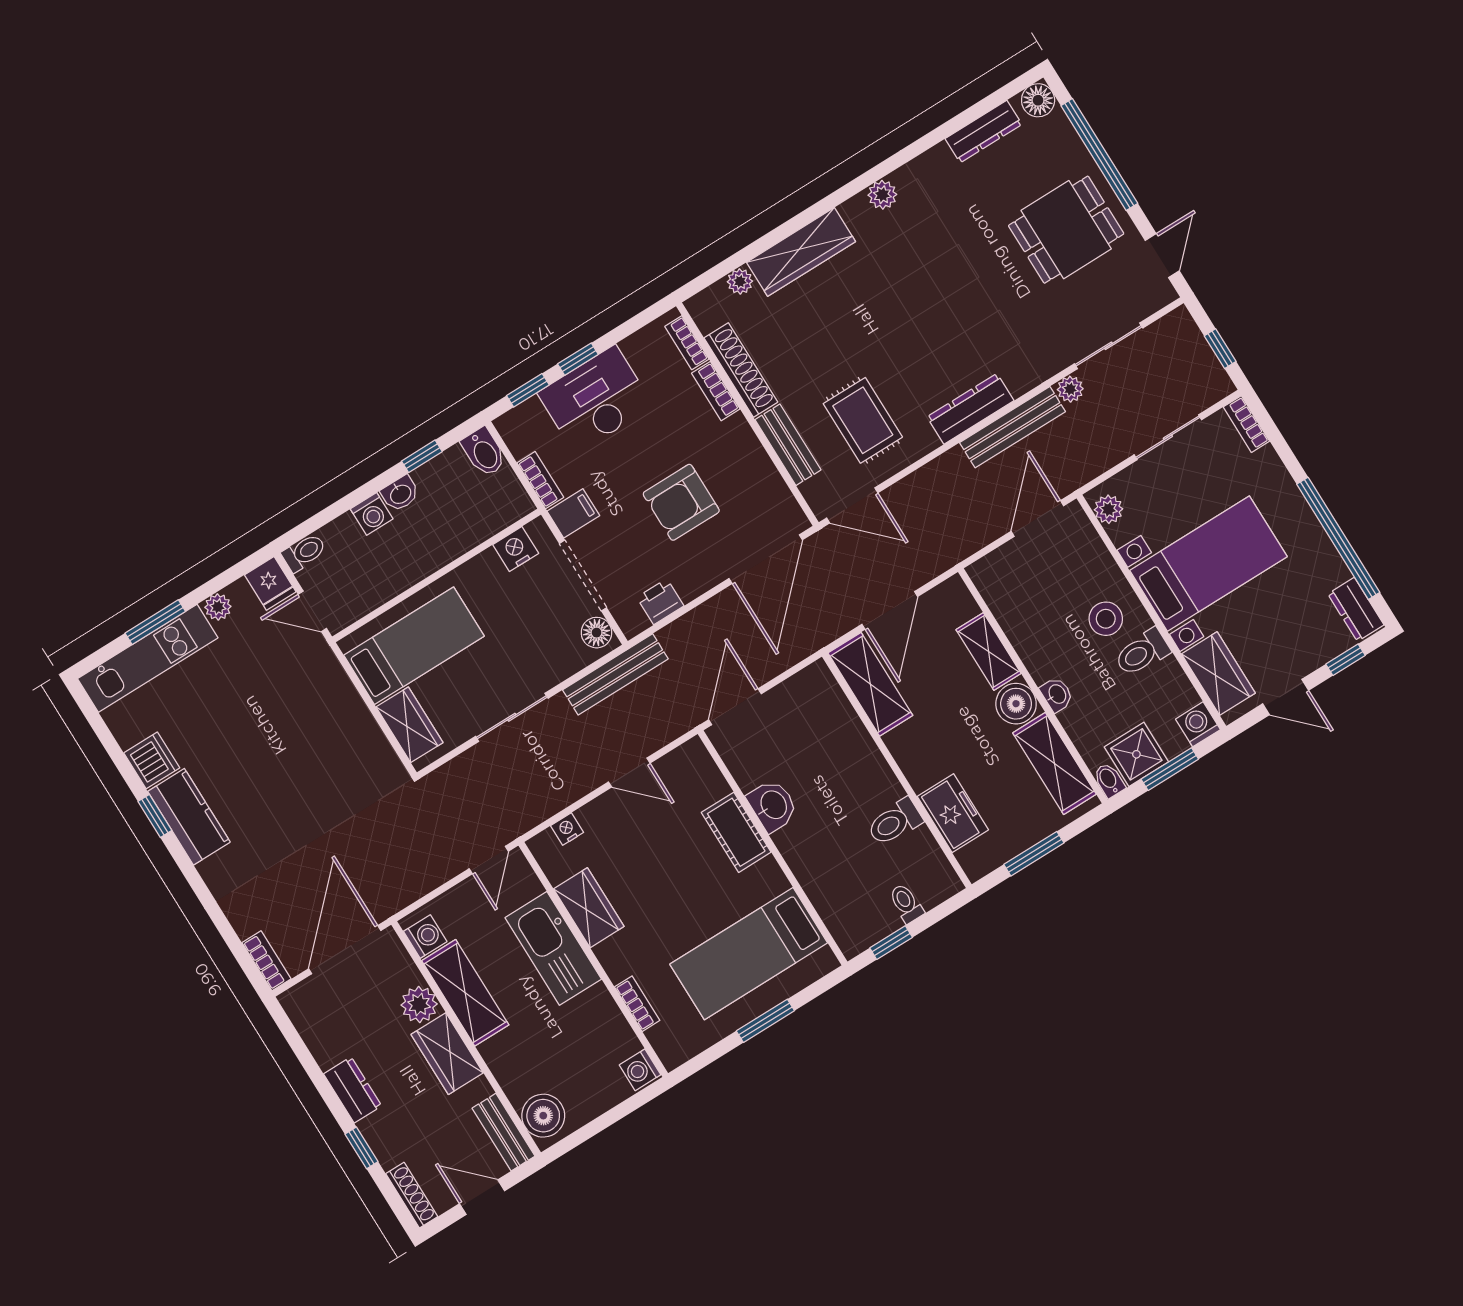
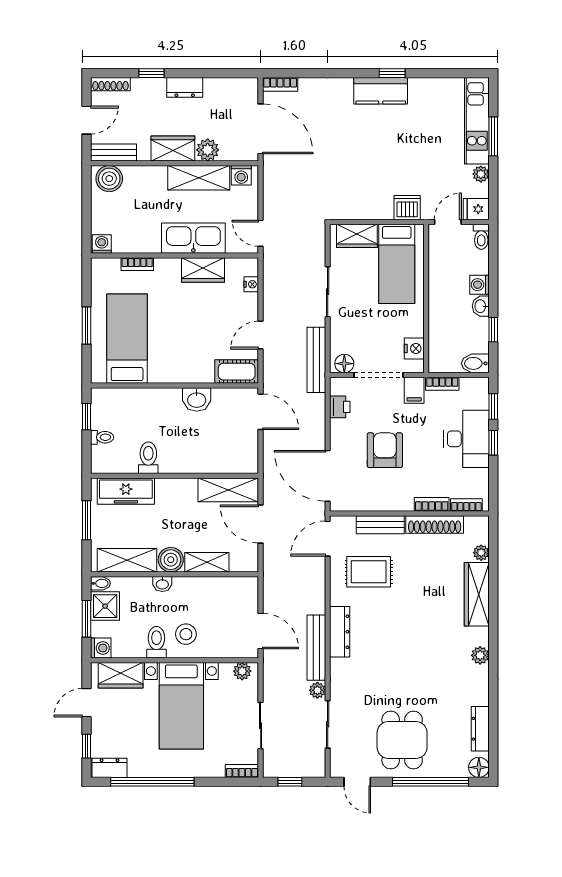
dishwasher: (152, 760) -> (407, 208), moved, turned 180
freezer: (953, 813) -> (126, 491), width x1.40
cot: (736, 832) -> (237, 372), moved

